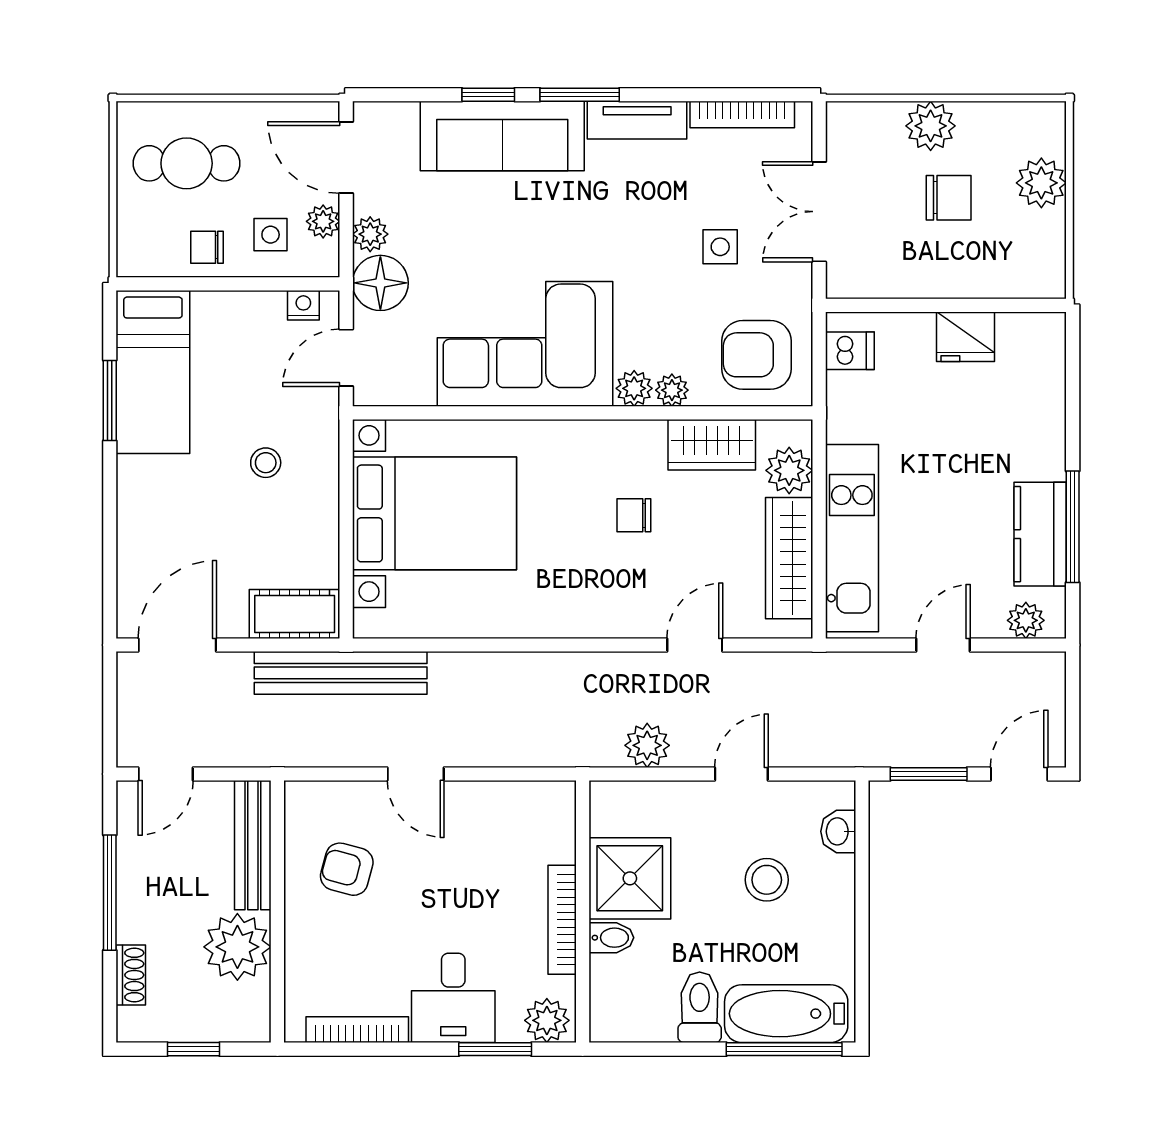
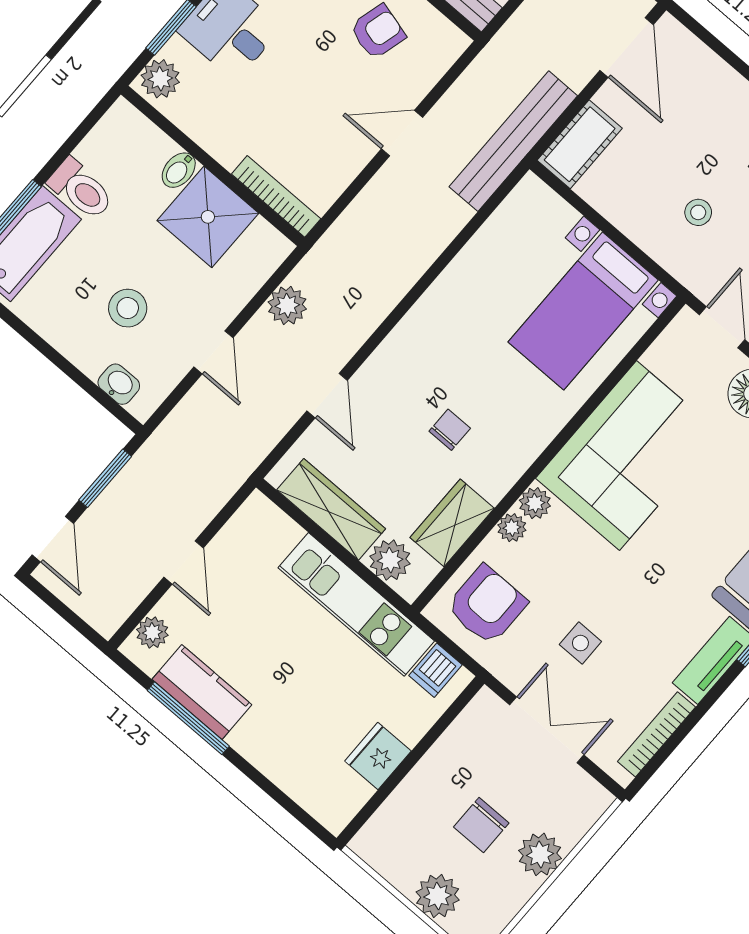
bed with nightstands: (434, 513) -> (583, 311), width x0.73
kitchen unit: (852, 538) -> (356, 604), moved
bookcase: (562, 920) -> (276, 196), moved

